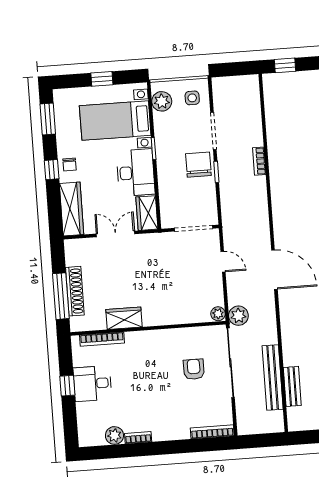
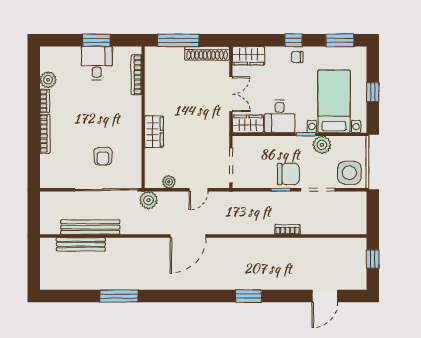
side table: (192, 98) -> (349, 173), width x1.87, depth x1.87
plant: (162, 101) -> (322, 145), moved
desk: (136, 173) -> (280, 116), width x0.73
wardrobe: (72, 209) -> (249, 56), width x0.67
shoe rack: (75, 291) -> (207, 53), moved
plant: (218, 314) -> (169, 182), moved
wardrobe: (124, 318) -> (154, 132), moved
armchair: (194, 369) -> (103, 156), turned 90
window: (67, 386) -> (96, 40), width x1.50
bench: (292, 386) -> (81, 244), width x1.36
bookcase: (212, 432) -> (45, 134), moved

